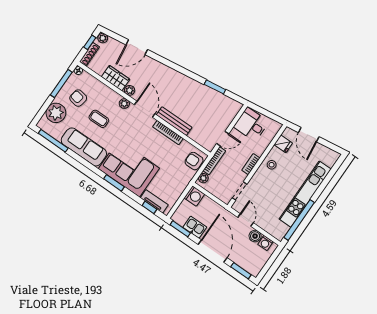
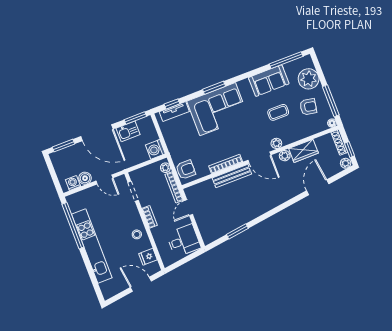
sofa: (84, 147) -> (269, 81), width x0.73

